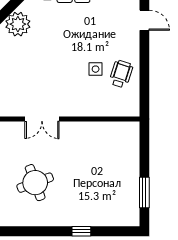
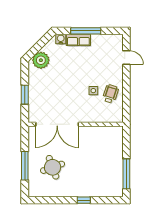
double door: (42, 119) -> (57, 124), width x1.87
window: (144, 192) -> (126, 174), width x1.44

